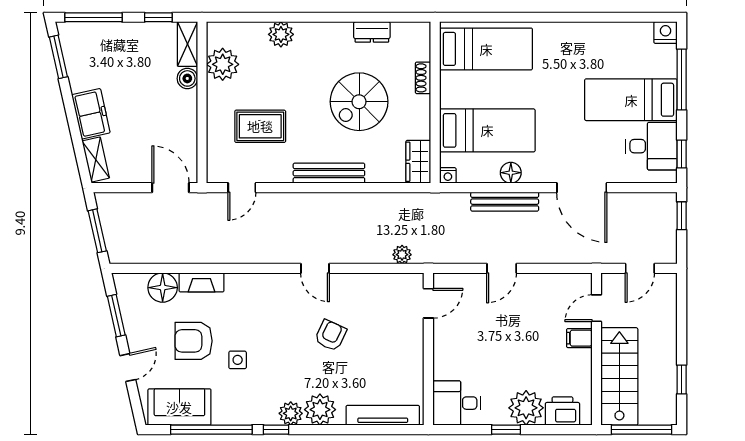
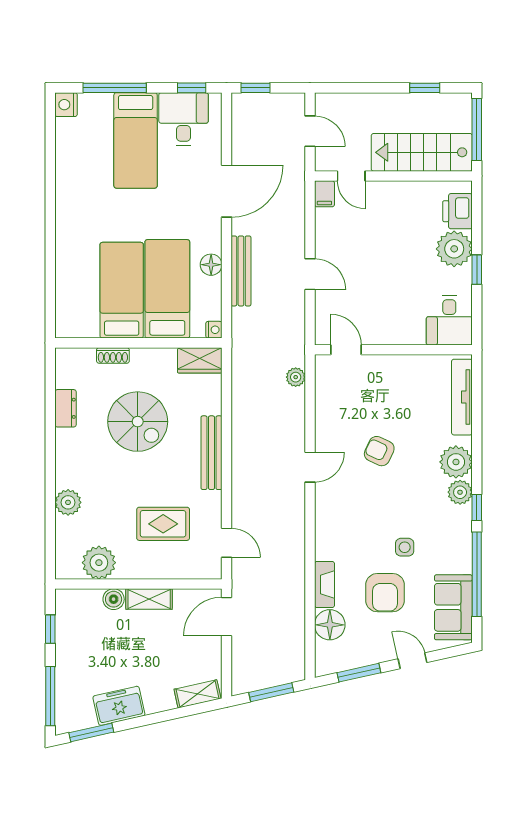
shelving: (187, 44) -> (149, 599), moved
bed: (486, 49) -> (122, 290), moved
freezer: (91, 114) -> (119, 706), moved
rug: (260, 126) -> (163, 524), turned 90
filing cabinet: (579, 338) -> (324, 194), moved

